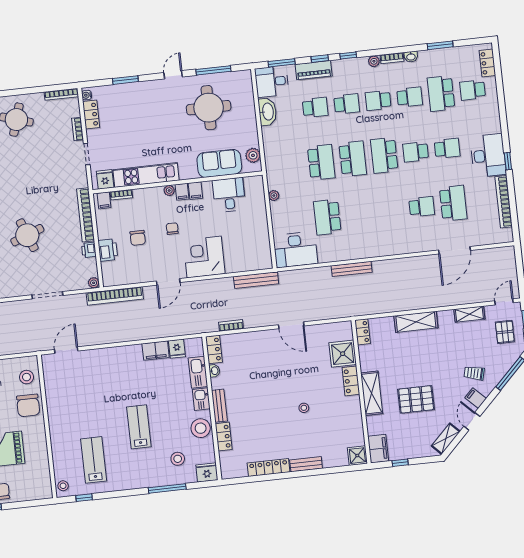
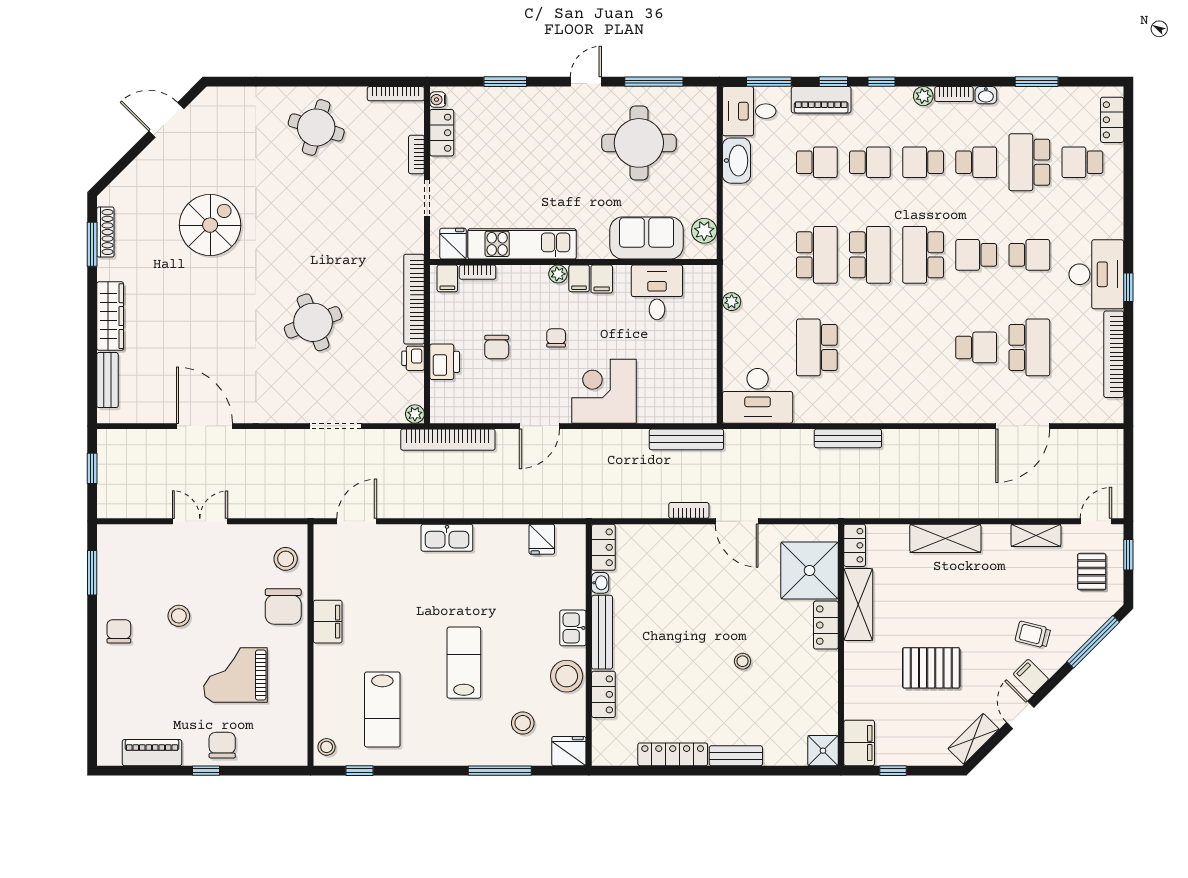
bookcase: (231, 325) -> (689, 510), moved
filing cabinet: (156, 351) -> (328, 622), moved, turned -90
shower: (343, 354) -> (810, 570), width x1.37, depth x1.37
kitchen sink: (198, 372) -> (447, 538), moved, turned -90
shelving: (372, 393) -> (858, 605), moved
bench: (219, 406) -> (602, 632), width x1.36
lab bench: (94, 460) -> (382, 709), turned 180

